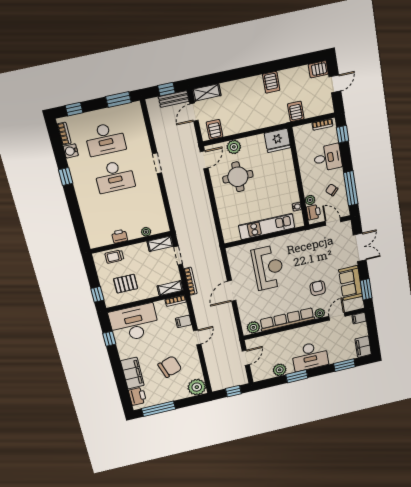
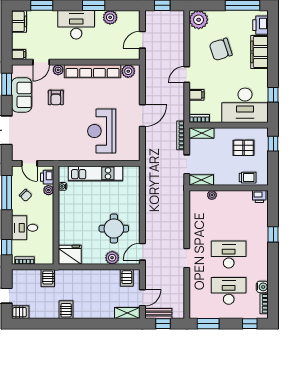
window: (66, 177) -> (273, 234), moved
printer: (120, 236) -> (259, 196), moved

